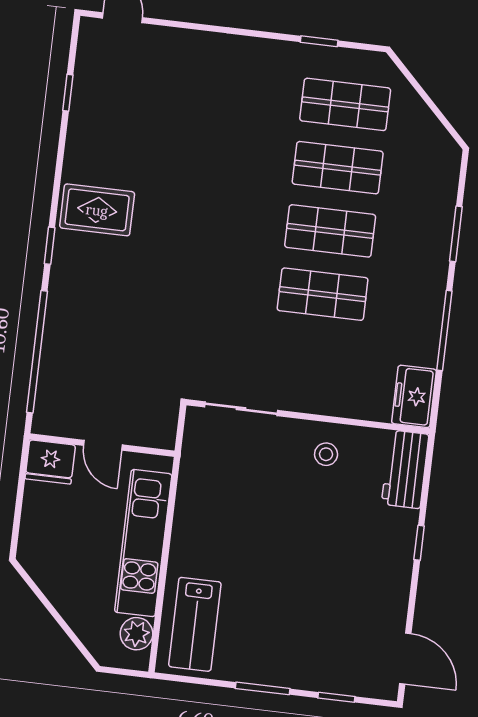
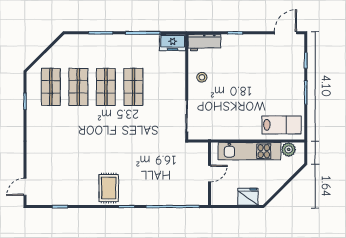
fridge: (50, 462) -> (248, 197), moved, turned -90

